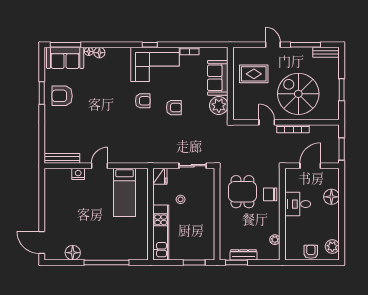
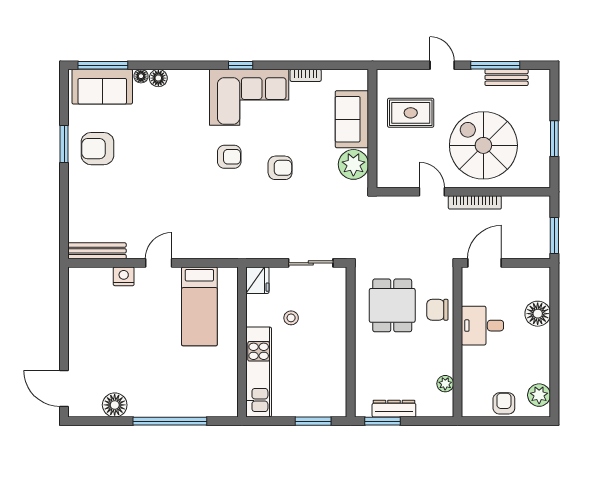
bench: (326, 52) -> (507, 77), moved
door: (310, 166) -> (484, 263), moved

